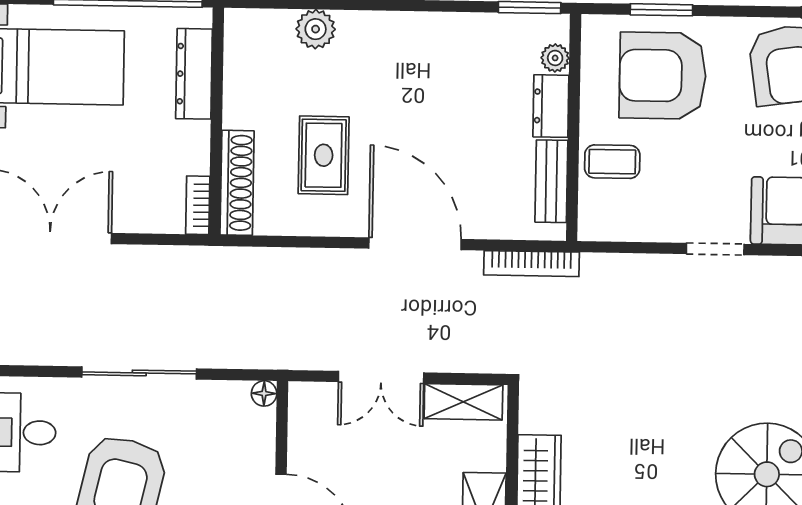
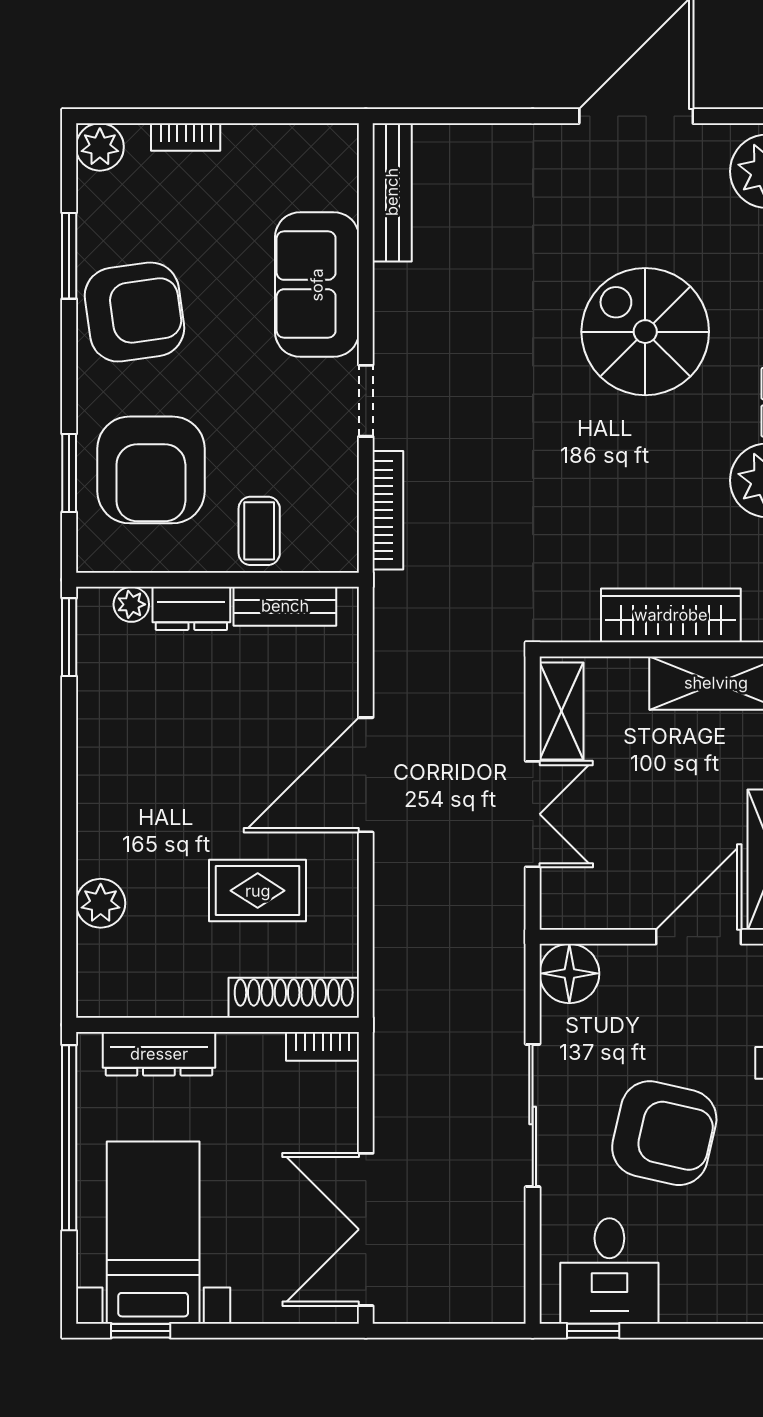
bookcase: (532, 264) -> (388, 510), moved
floor lamp: (264, 393) -> (569, 973), width x1.89, depth x1.89

